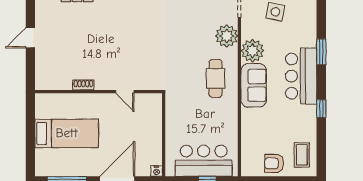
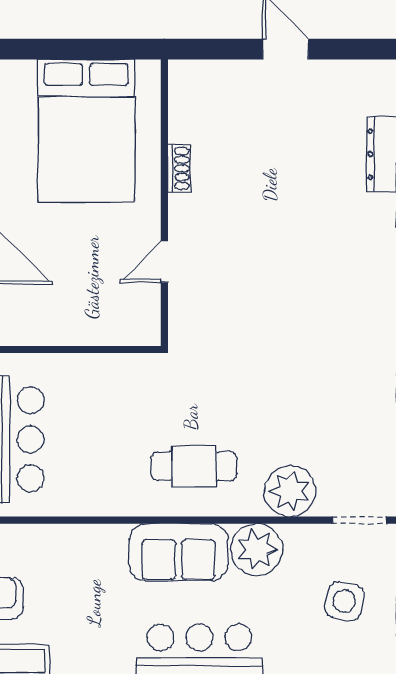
bed: (67, 133) -> (86, 131), width x1.50

